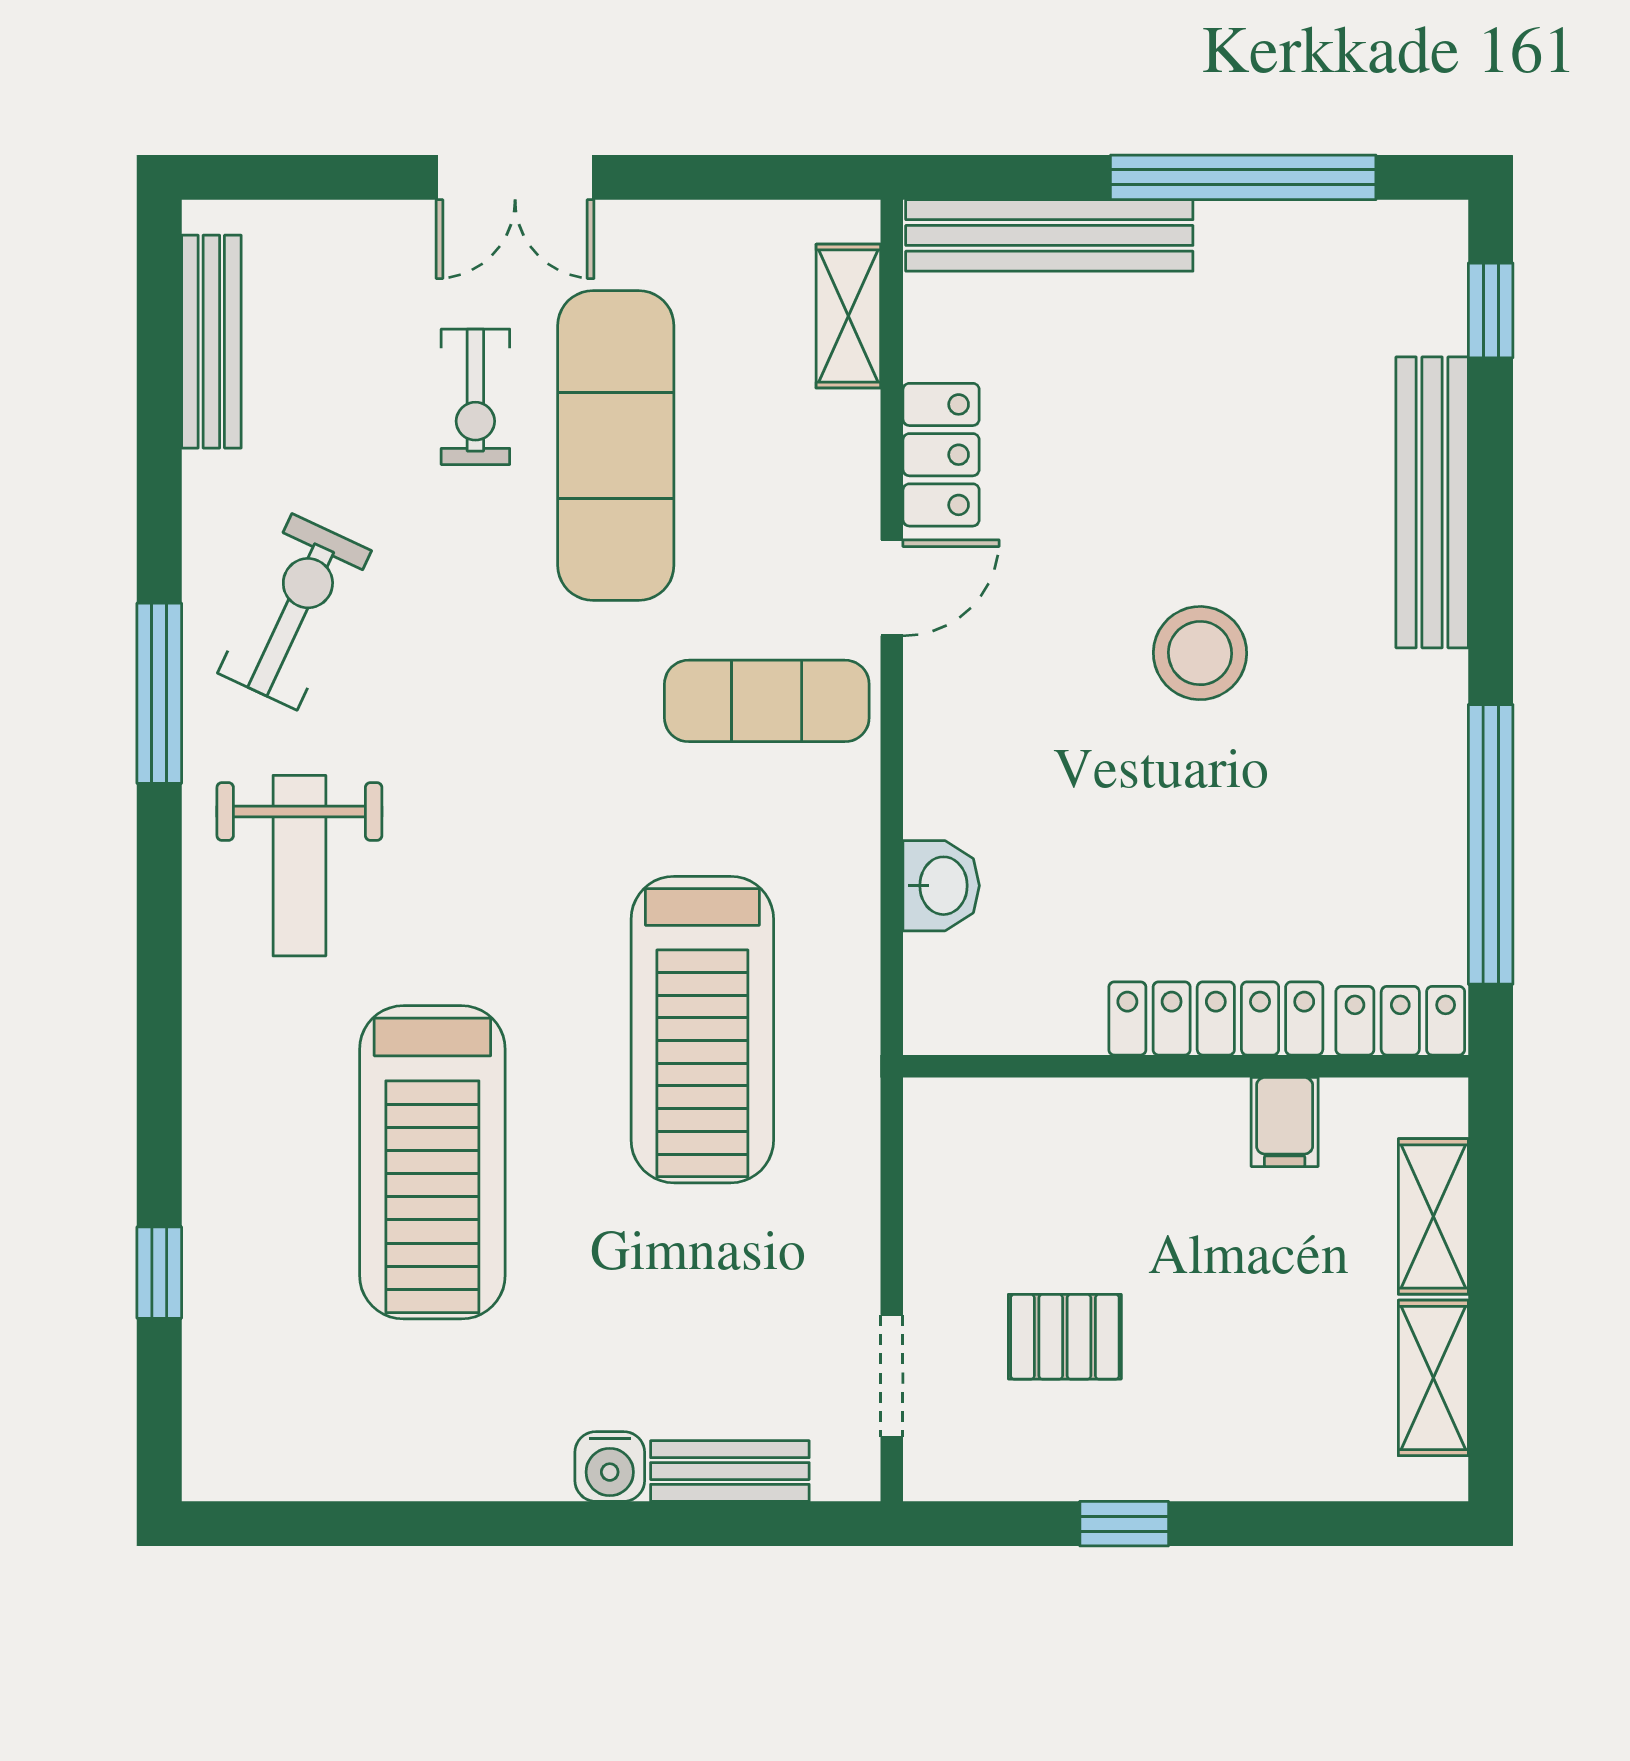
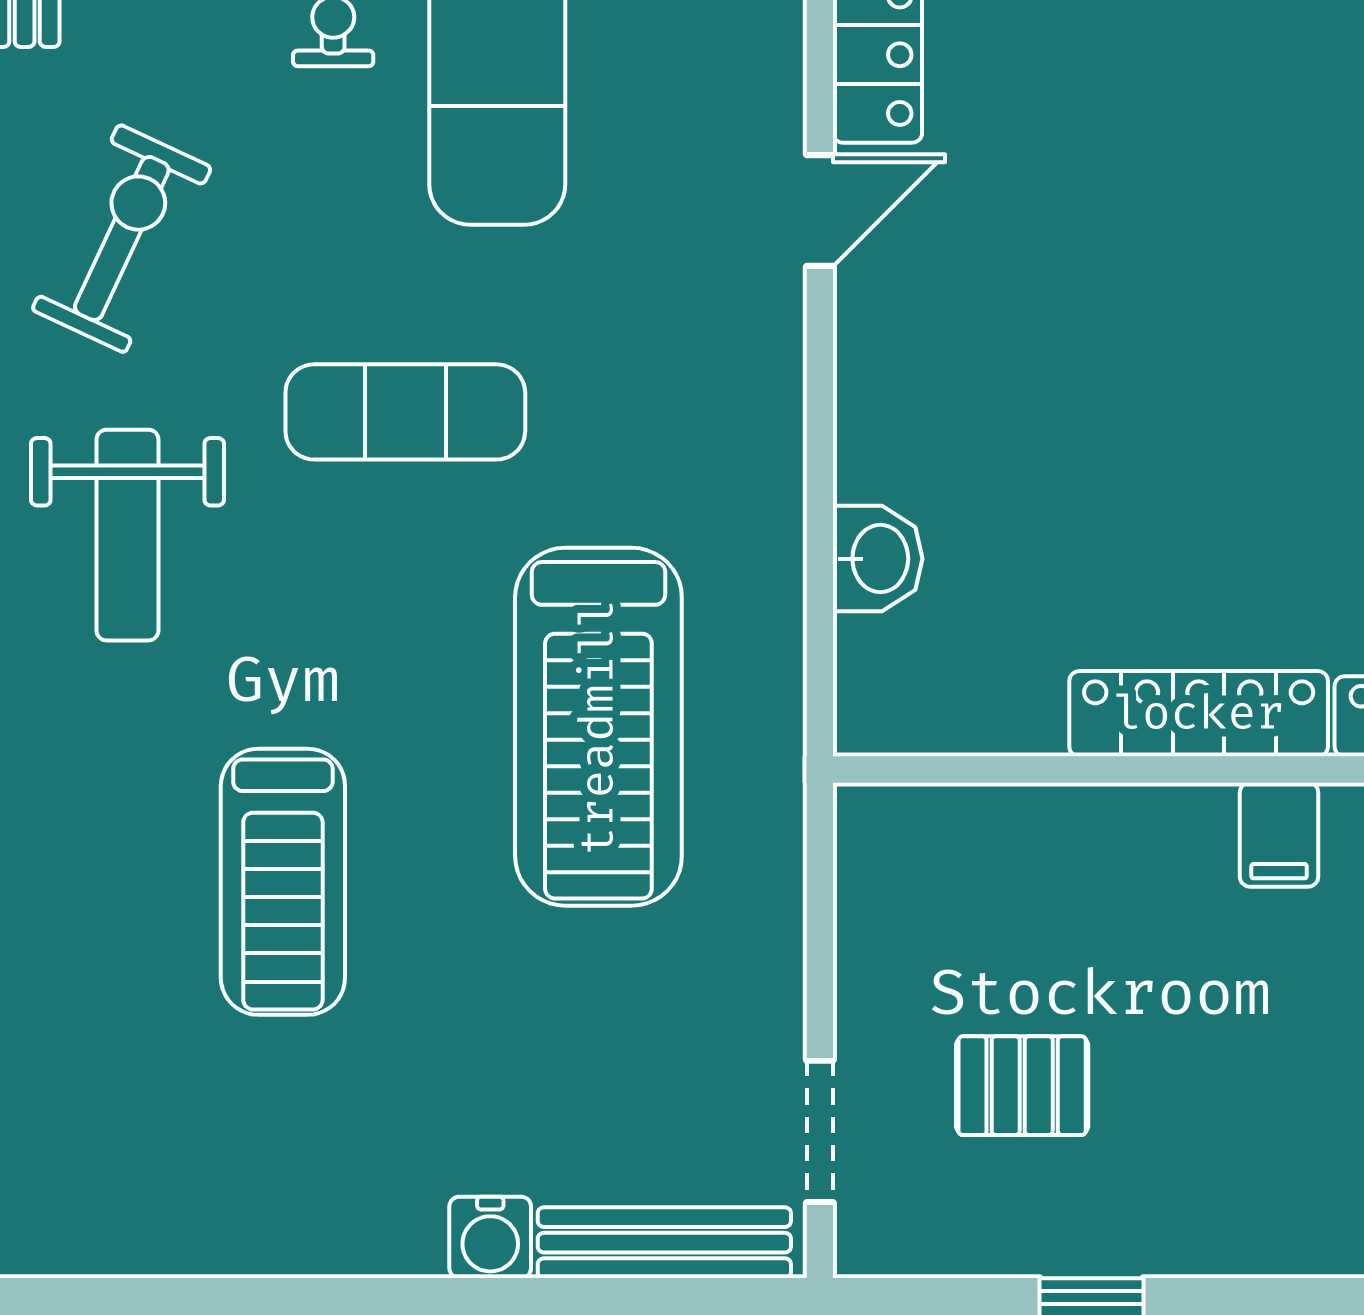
stool: (1200, 653) -> (1180, 287), removed
exercise mat: (767, 701) -> (405, 412), moved
treadmill: (432, 1162) -> (283, 882), width x0.73, depth x0.73
bench: (730, 1471) -> (664, 1243), width x1.36

